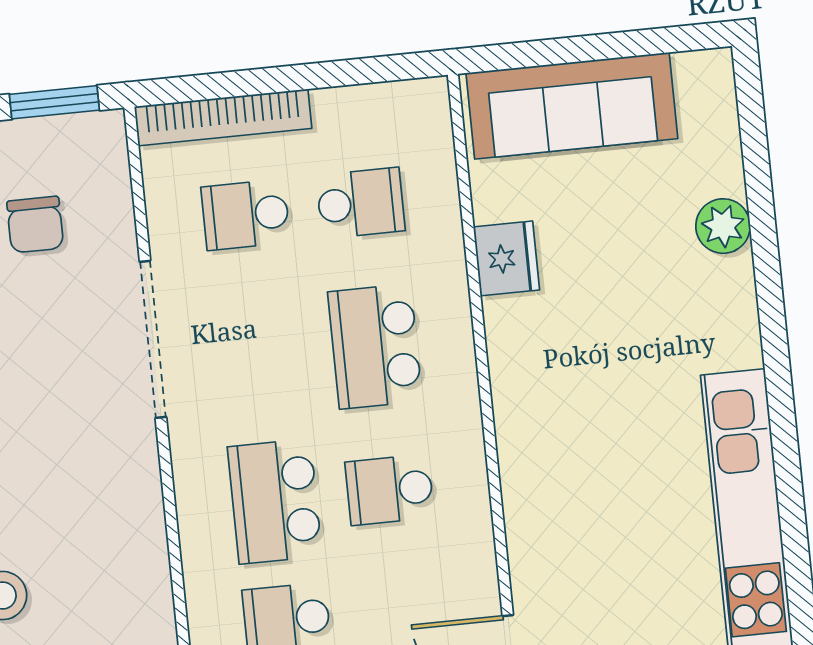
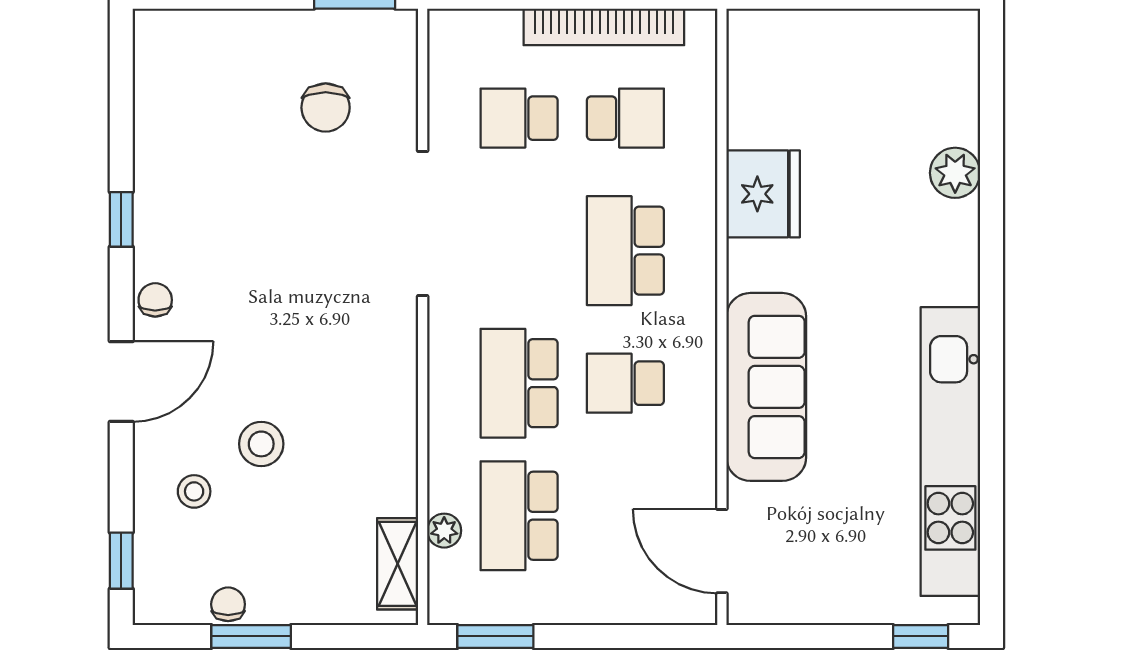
sofa: (572, 106) -> (766, 387), moved, turned -90
bookcase: (223, 117) -> (604, 27), moved
fridge: (506, 258) -> (763, 194), width x1.36, depth x1.34

